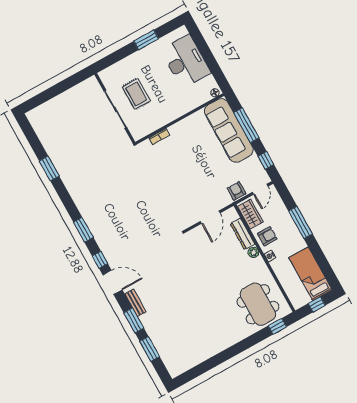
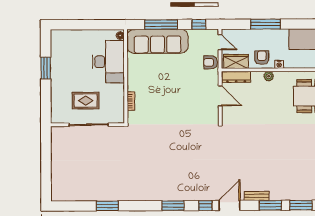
desk: (186, 61) -> (108, 62), moved, turned 90
dresser: (242, 234) -> (236, 77), moved

